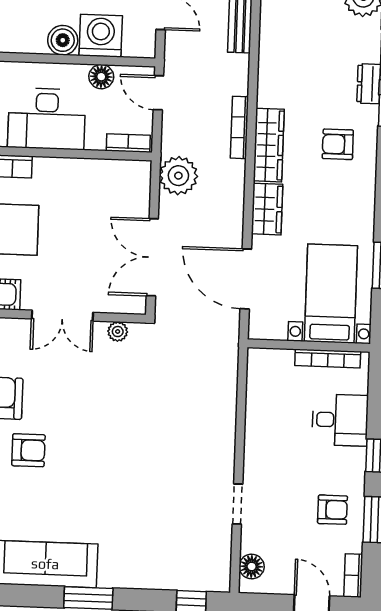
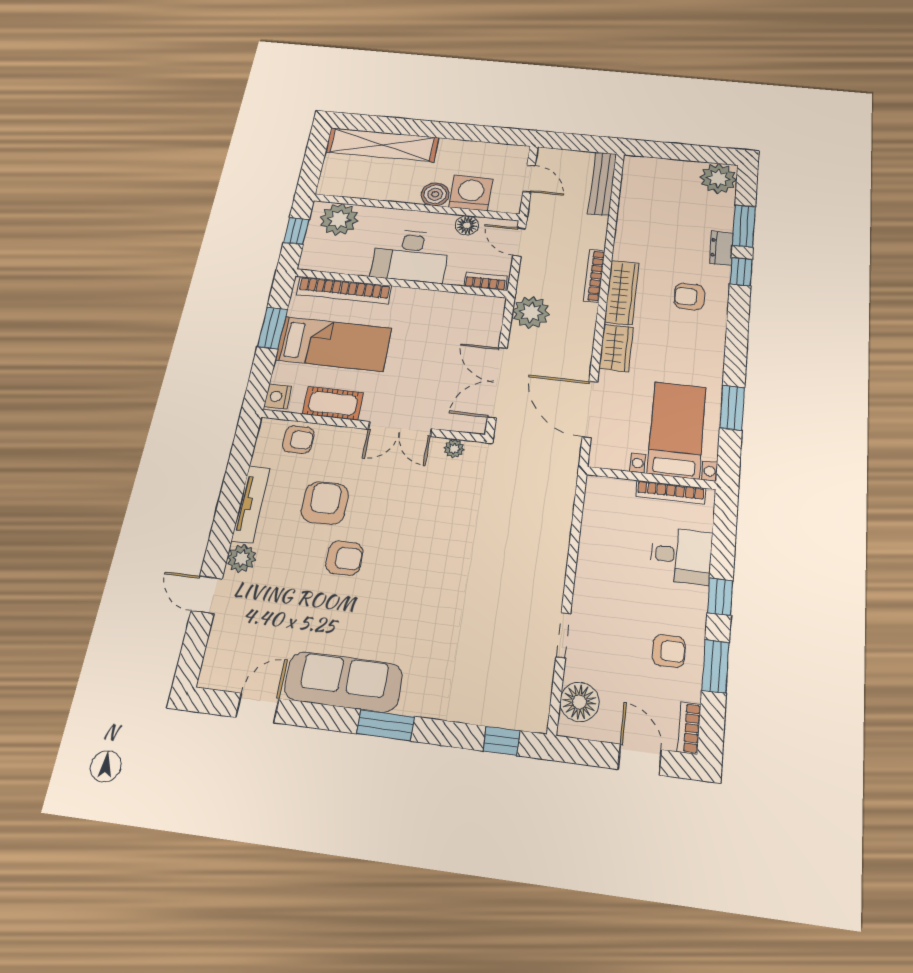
floor lamp: (252, 566) -> (579, 702), width x1.38, depth x1.38

